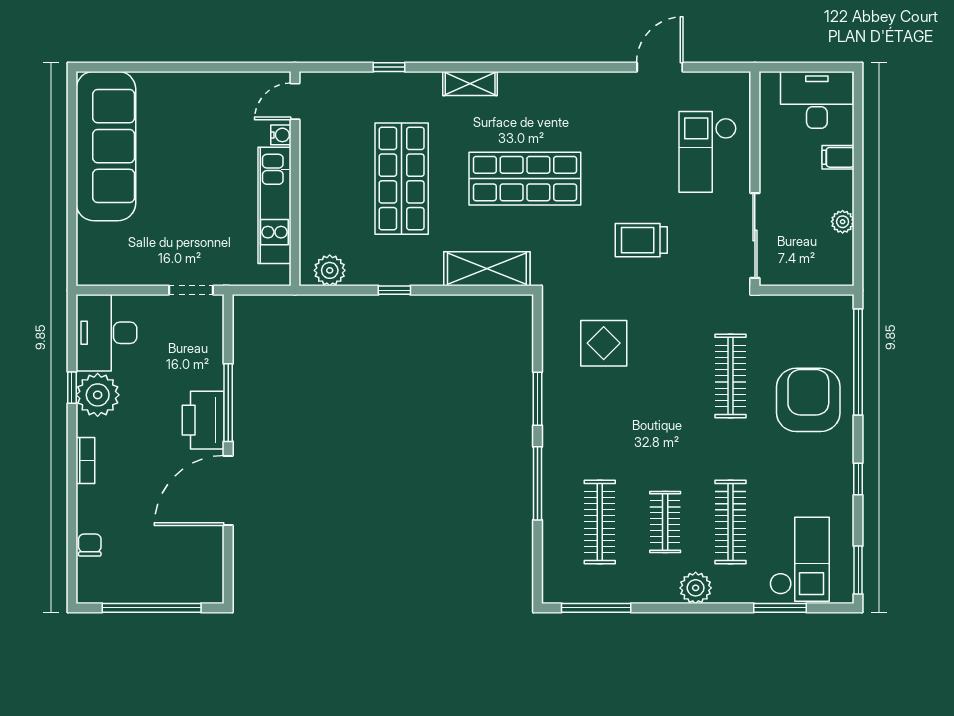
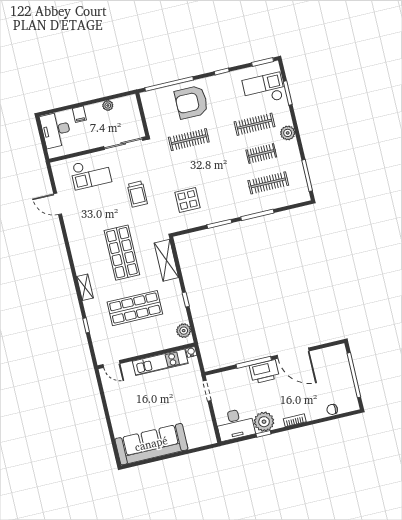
water cooler: (281, 135) -> (191, 352), moved

